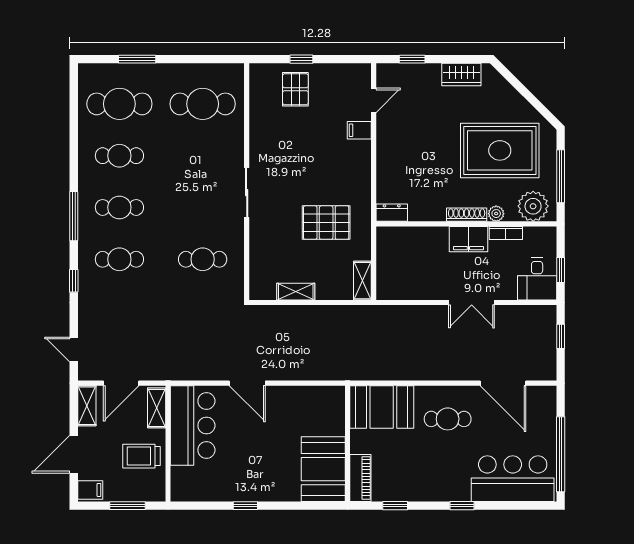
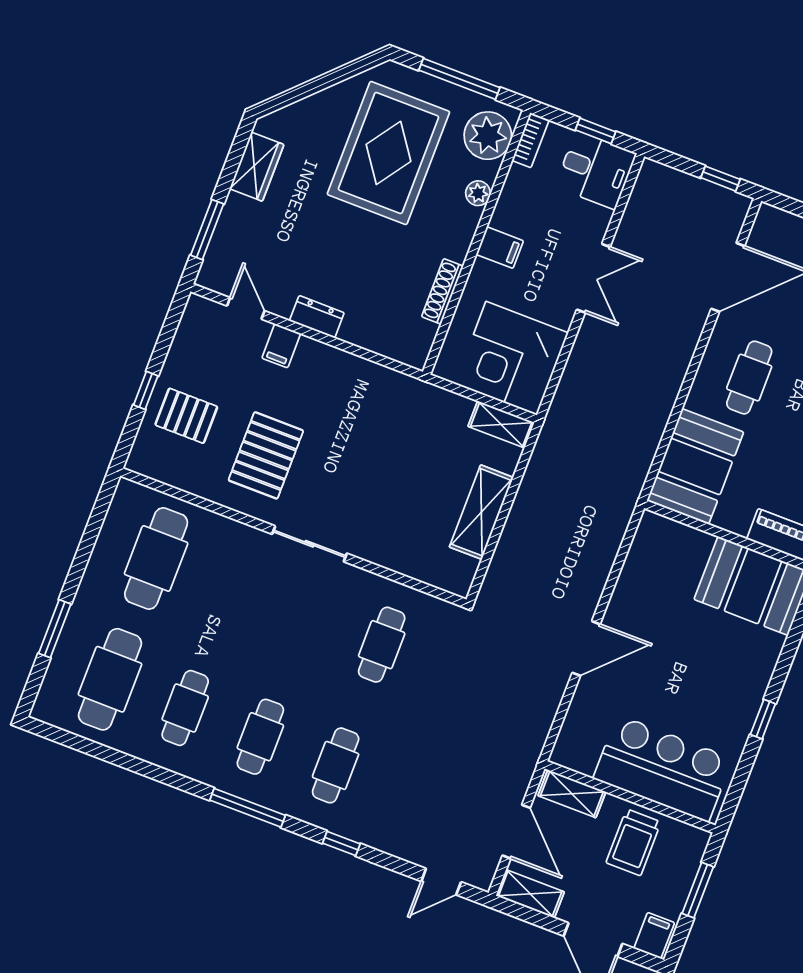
window: (412, 59) -> (207, 230), width x1.50
dresser: (392, 213) -> (317, 317), moved, turned 90
shoe rack: (467, 215) -> (442, 291), moved
pallet: (326, 223) -> (266, 455), moved
bookcase: (506, 233) -> (530, 140), moved
filing cabinet: (468, 239) -> (500, 248), width x0.50
corner desk: (405, 272) -> (511, 358), added
shelving: (296, 292) -> (481, 512), width x1.50, depth x1.33
window: (561, 336) -> (720, 179), moved
bar counter: (193, 425) -> (663, 769), moved

